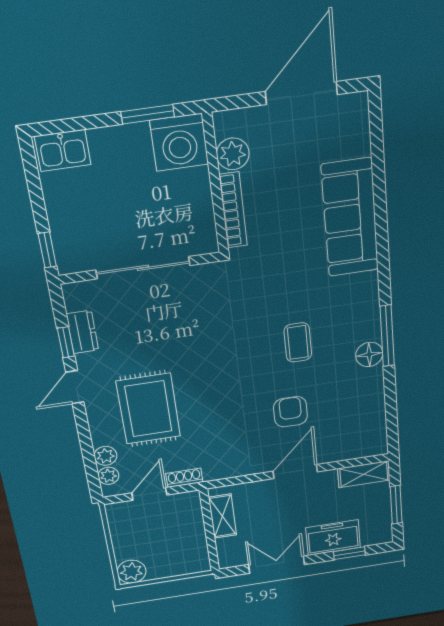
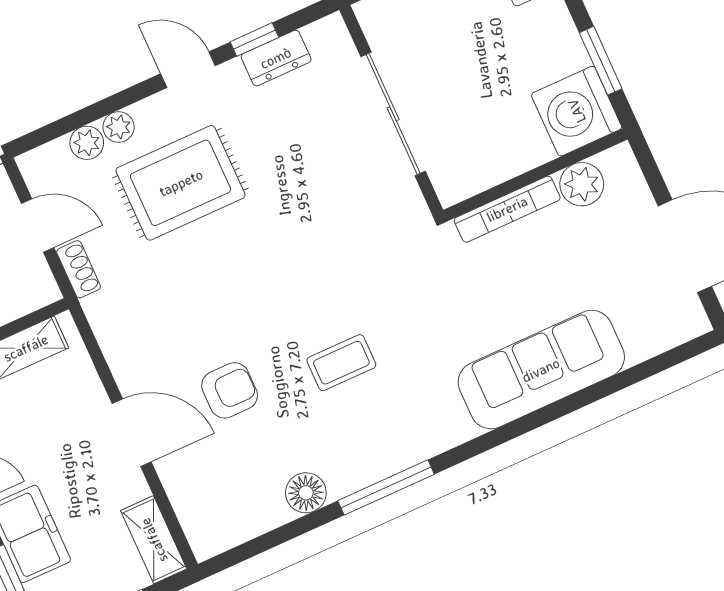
floor lamp: (369, 354) -> (306, 493), moved
plant: (108, 476) -> (119, 127), moved

